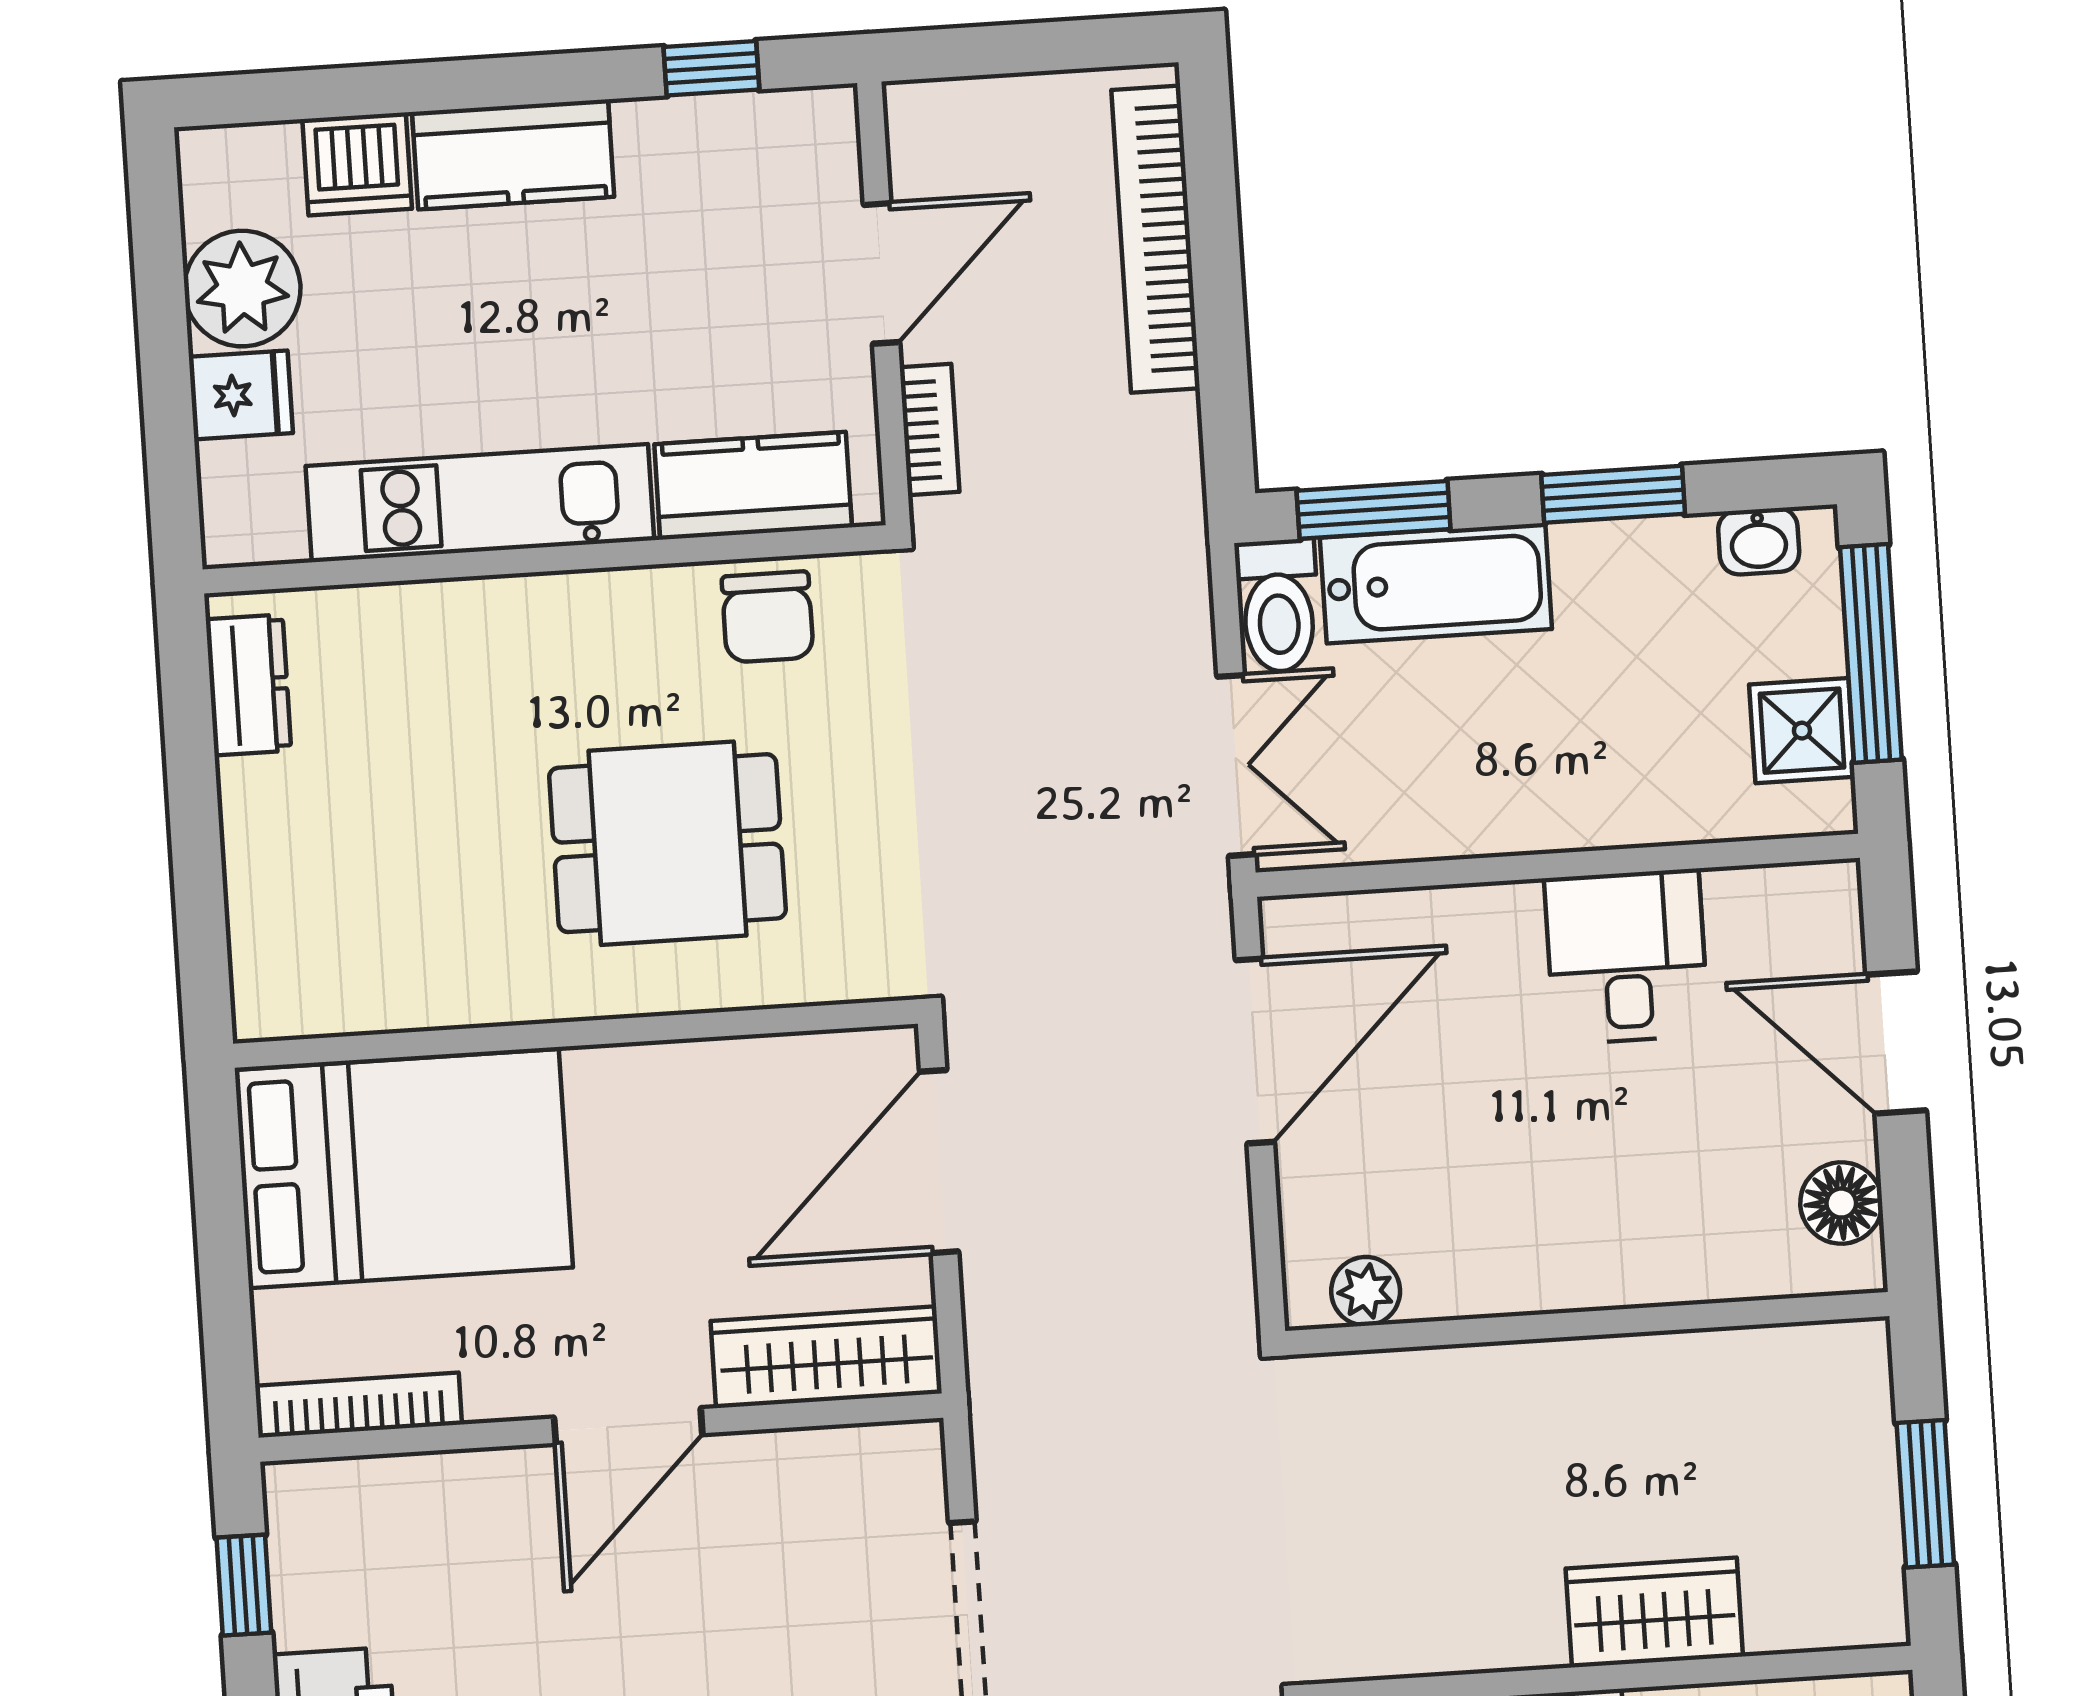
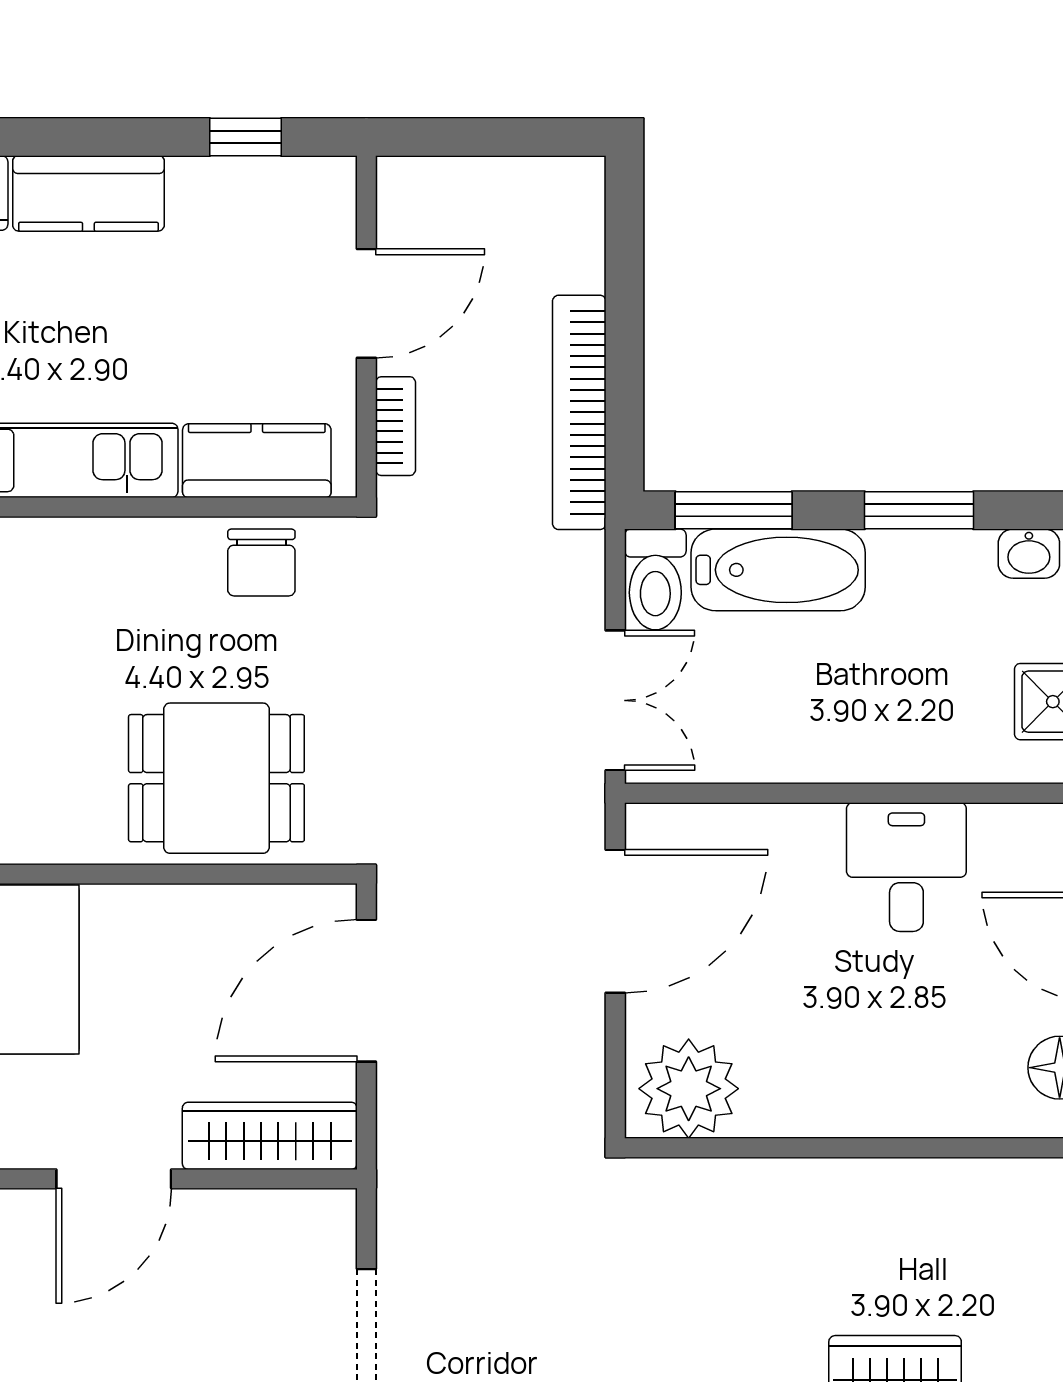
bookcase: (1156, 239) -> (579, 412), moved
dining table: (667, 843) -> (216, 778), moved
plant: (1366, 1291) -> (689, 1089), width x1.87, depth x1.87

